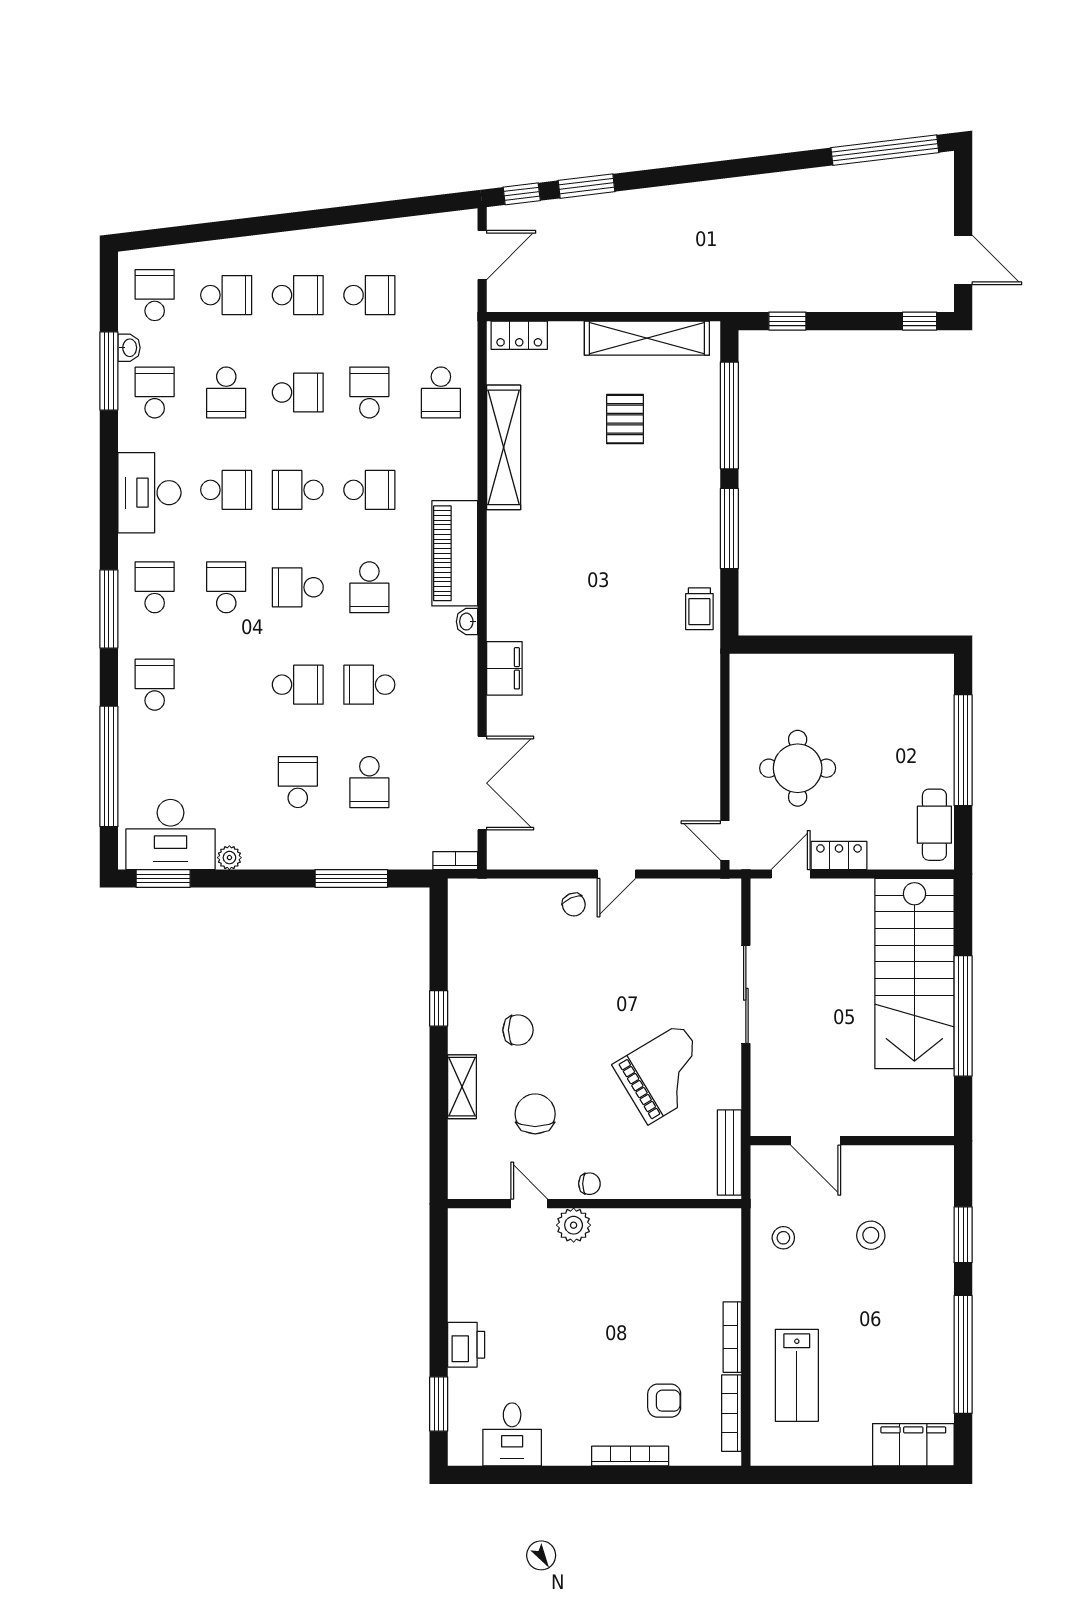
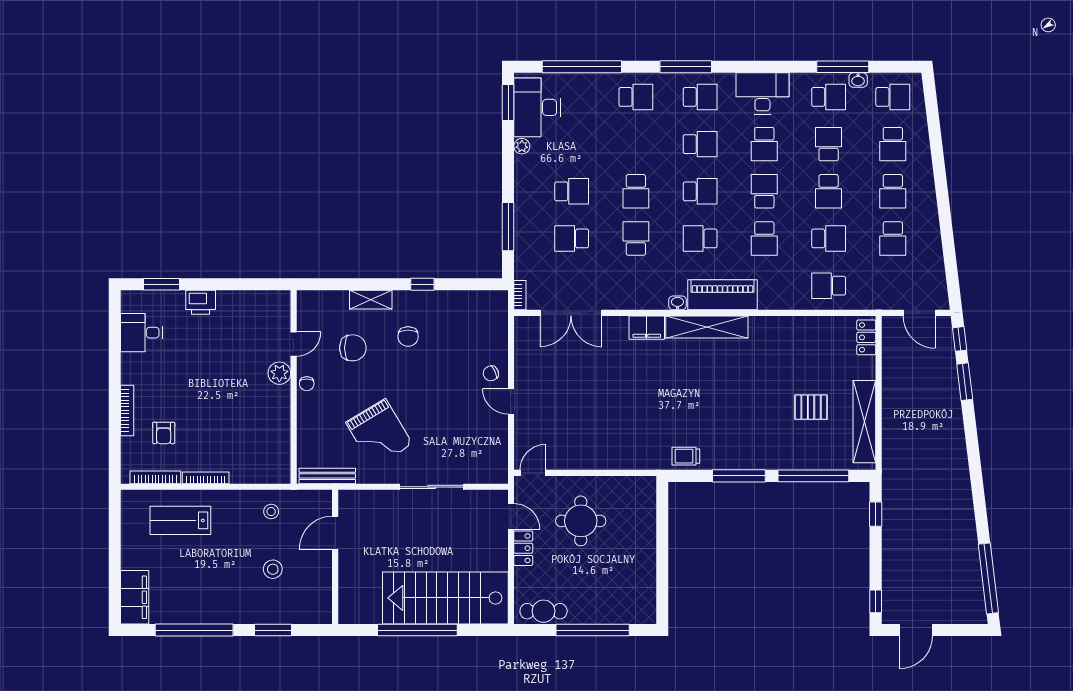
school desk: (226, 392) -> (829, 144), turned 90
shelving: (504, 447) -> (707, 327), moved
school desk: (298, 587) -> (700, 191), turned 90

